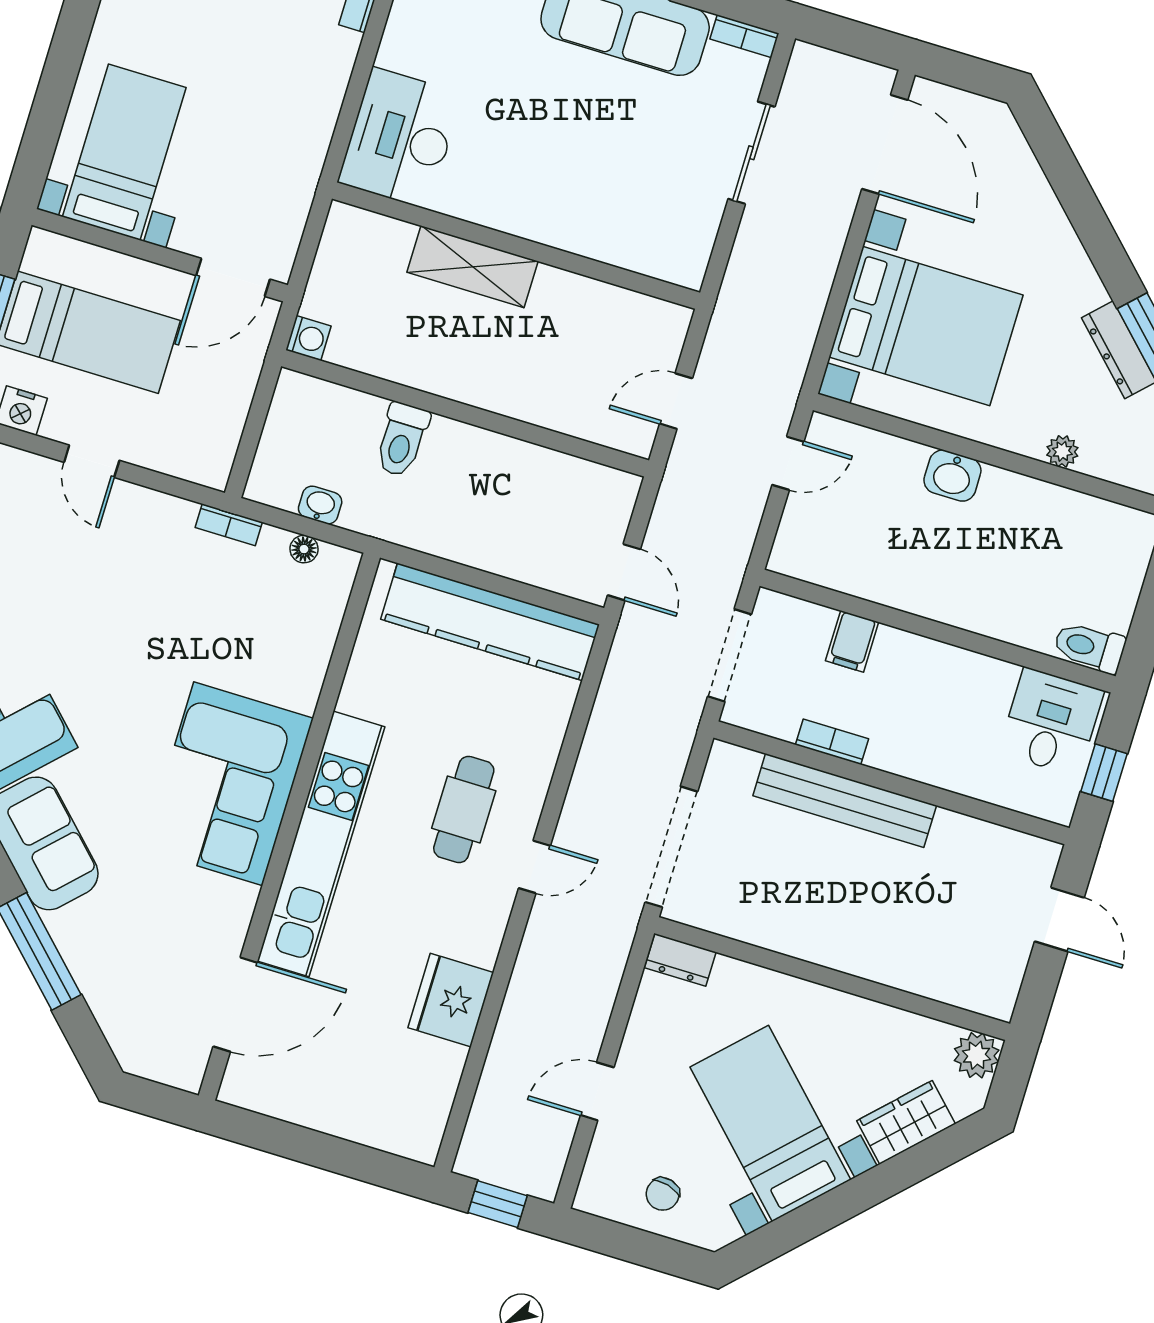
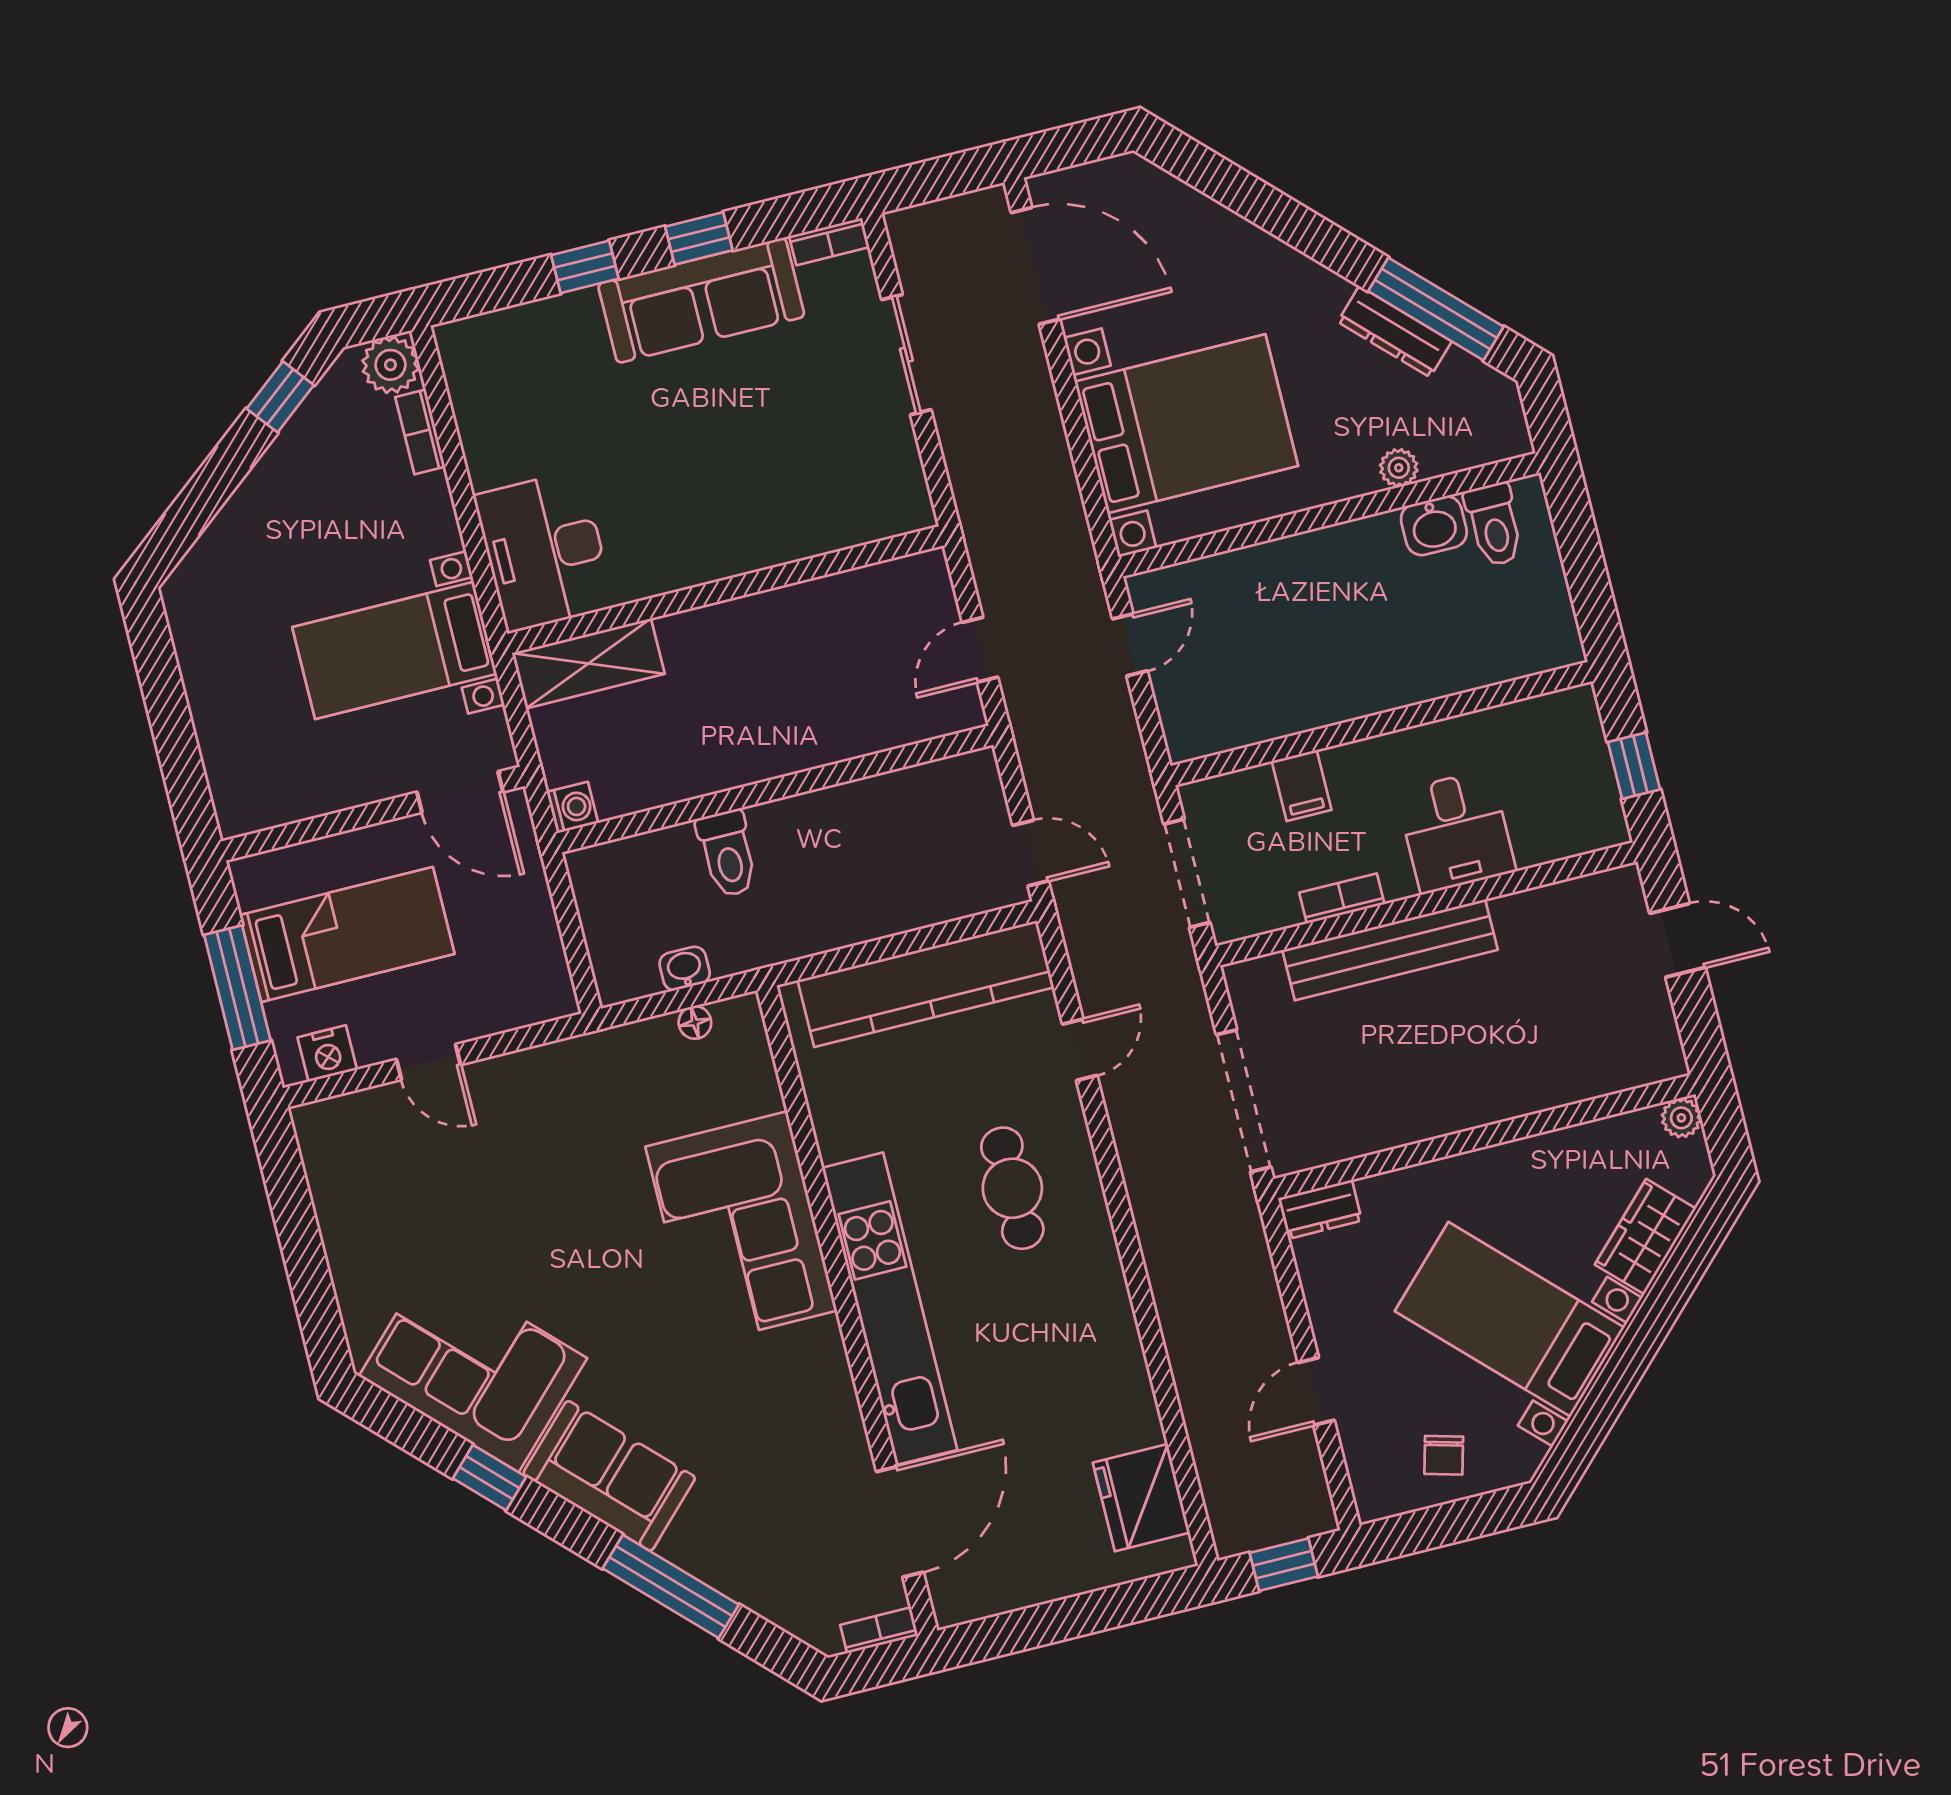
bed with nightstands: (124, 152) -> (395, 650), moved, turned -90
shelving: (473, 267) -> (588, 663), moved
door: (233, 277) -> (460, 792), hinge flipped
washbasin: (952, 476) -> (1434, 526), moved
bookcase: (229, 525) -> (879, 1630), moved, turned 180
toilet: (1089, 647) -> (1494, 525), moved, turned -90
desk: (1051, 722) -> (1456, 831), moved, turned 180
corner sofa: (228, 784) -> (741, 1229), moved
door: (534, 867) -> (1080, 1050), moved
fridge: (451, 1000) -> (1141, 1498), moved
plant: (977, 1055) -> (1681, 1118), width x0.73, depth x0.73

